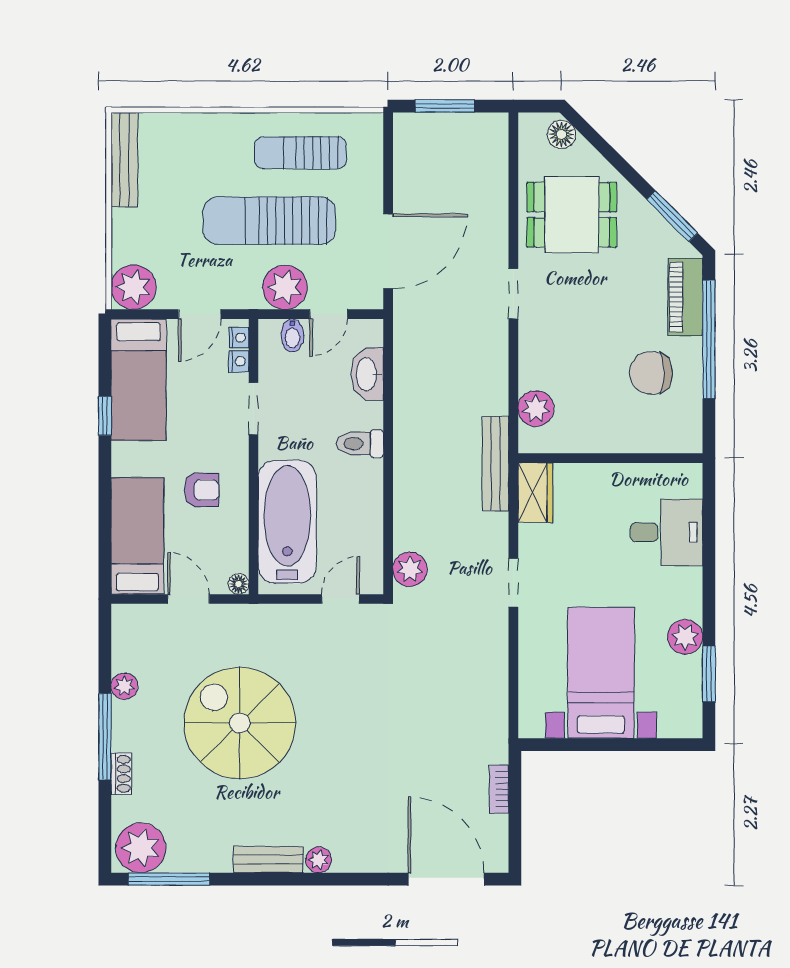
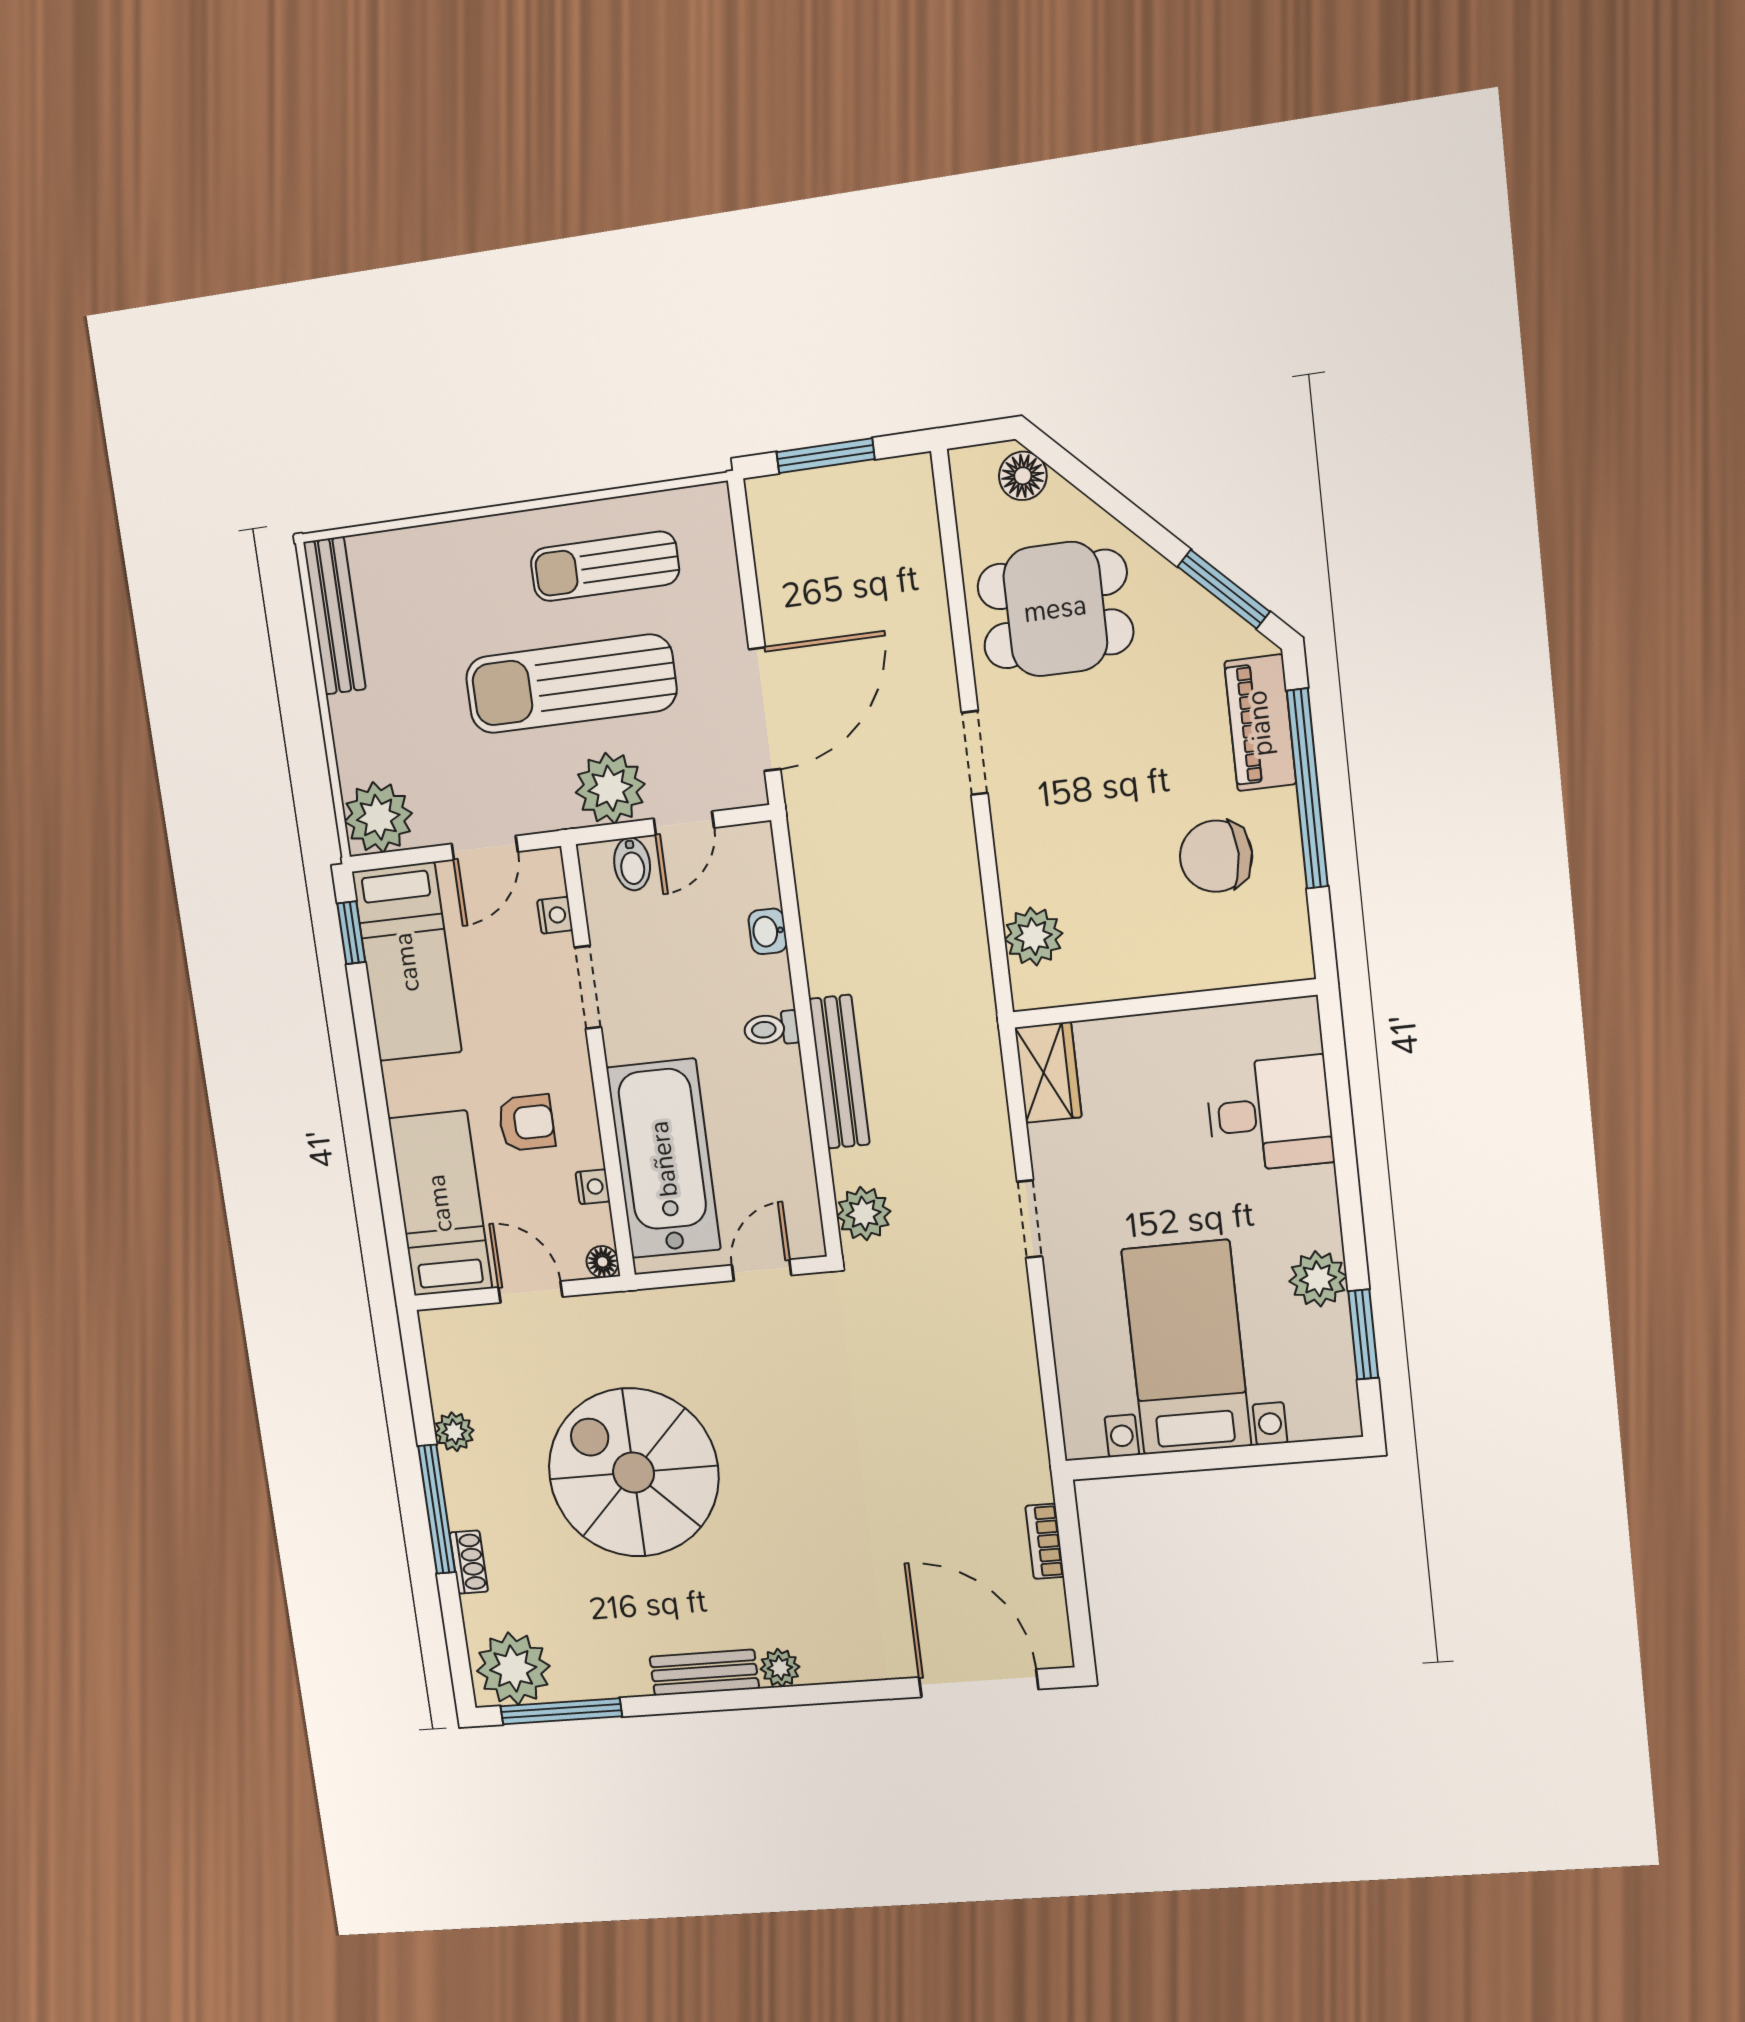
nightstand: (239, 338) -> (593, 1187), moved
washbasin: (367, 374) -> (768, 931), width x0.52, depth x0.69
window: (105, 416) -> (351, 933), moved
toilet: (360, 444) -> (771, 1029), width x0.73, depth x0.72
bench: (495, 464) -> (839, 1072), moved

